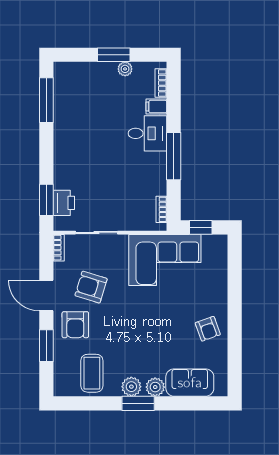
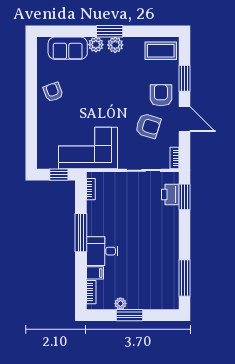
coffee table: (92, 373) -> (161, 51), moved, turned 90

